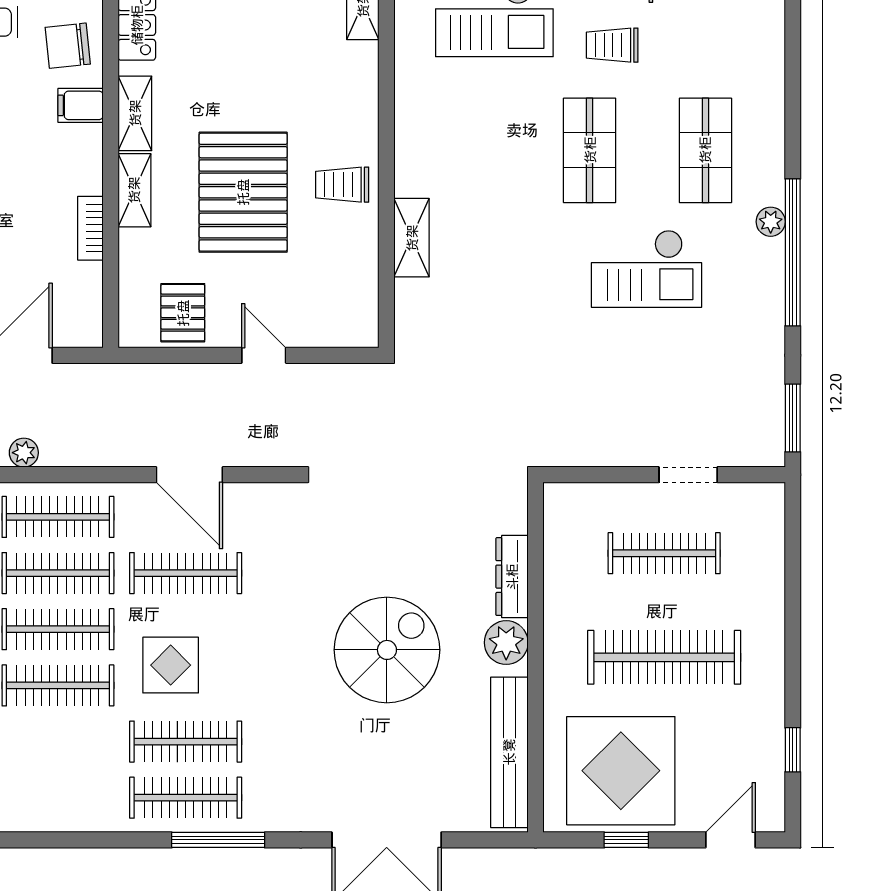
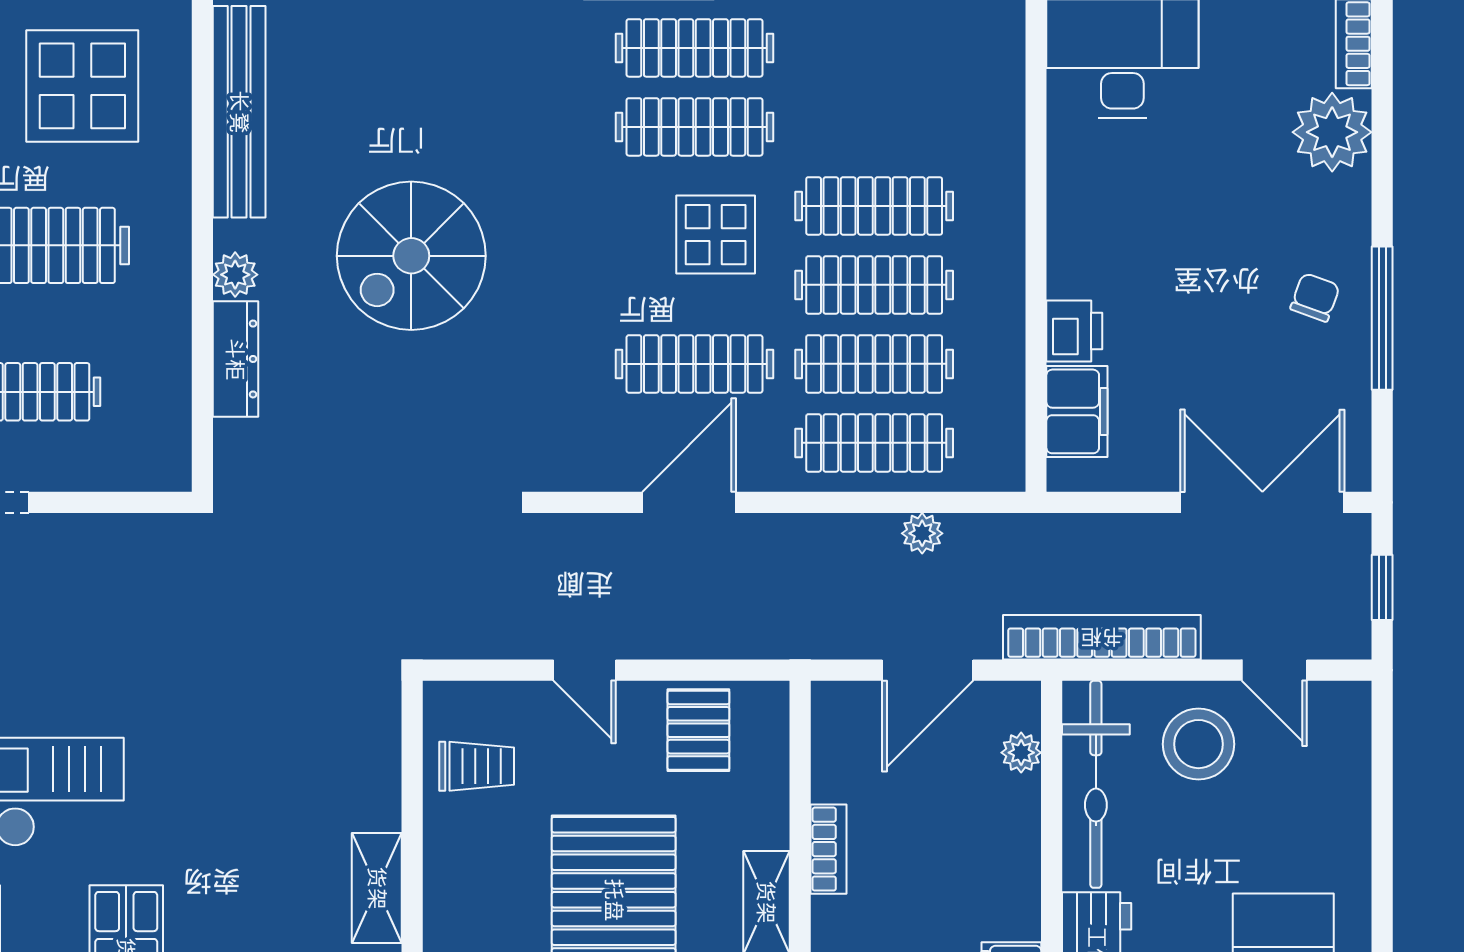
trolley: (342, 185) -> (477, 766), moved
shelving: (412, 238) -> (377, 888), moved
door: (189, 475) -> (689, 502), hinge flipped
plant: (506, 643) -> (235, 275), width x0.73, depth x0.73
display table: (621, 771) -> (82, 86), width x0.73, depth x0.73

